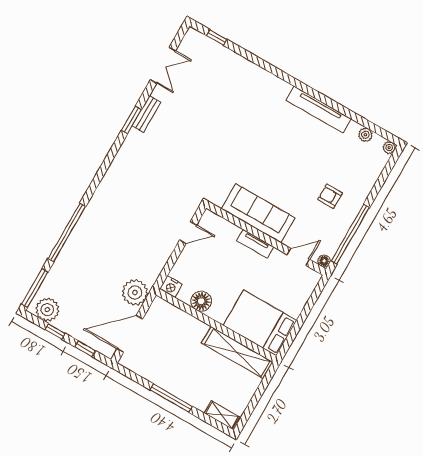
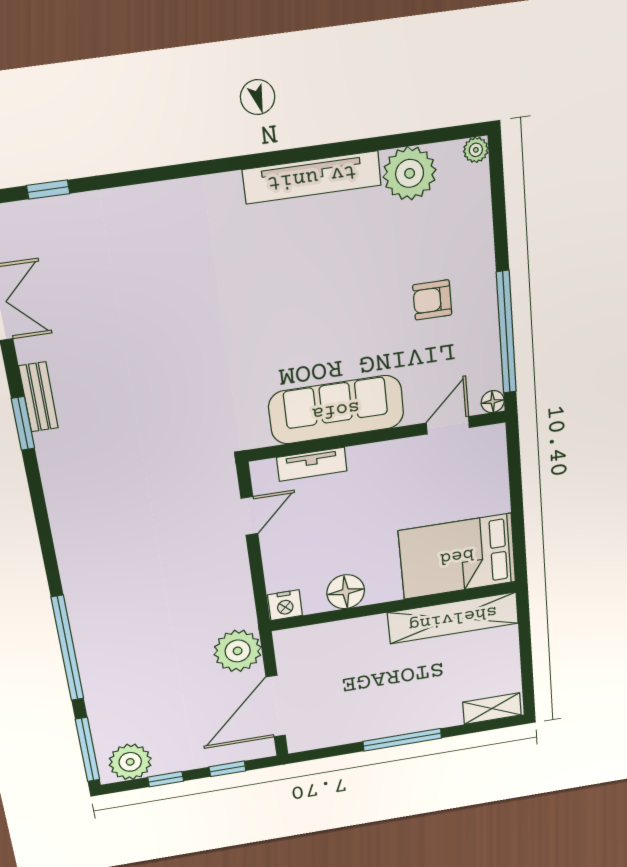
plant: (365, 135) -> (410, 173), width x1.88, depth x1.88
tv unit: (255, 244) -> (312, 464), moved

